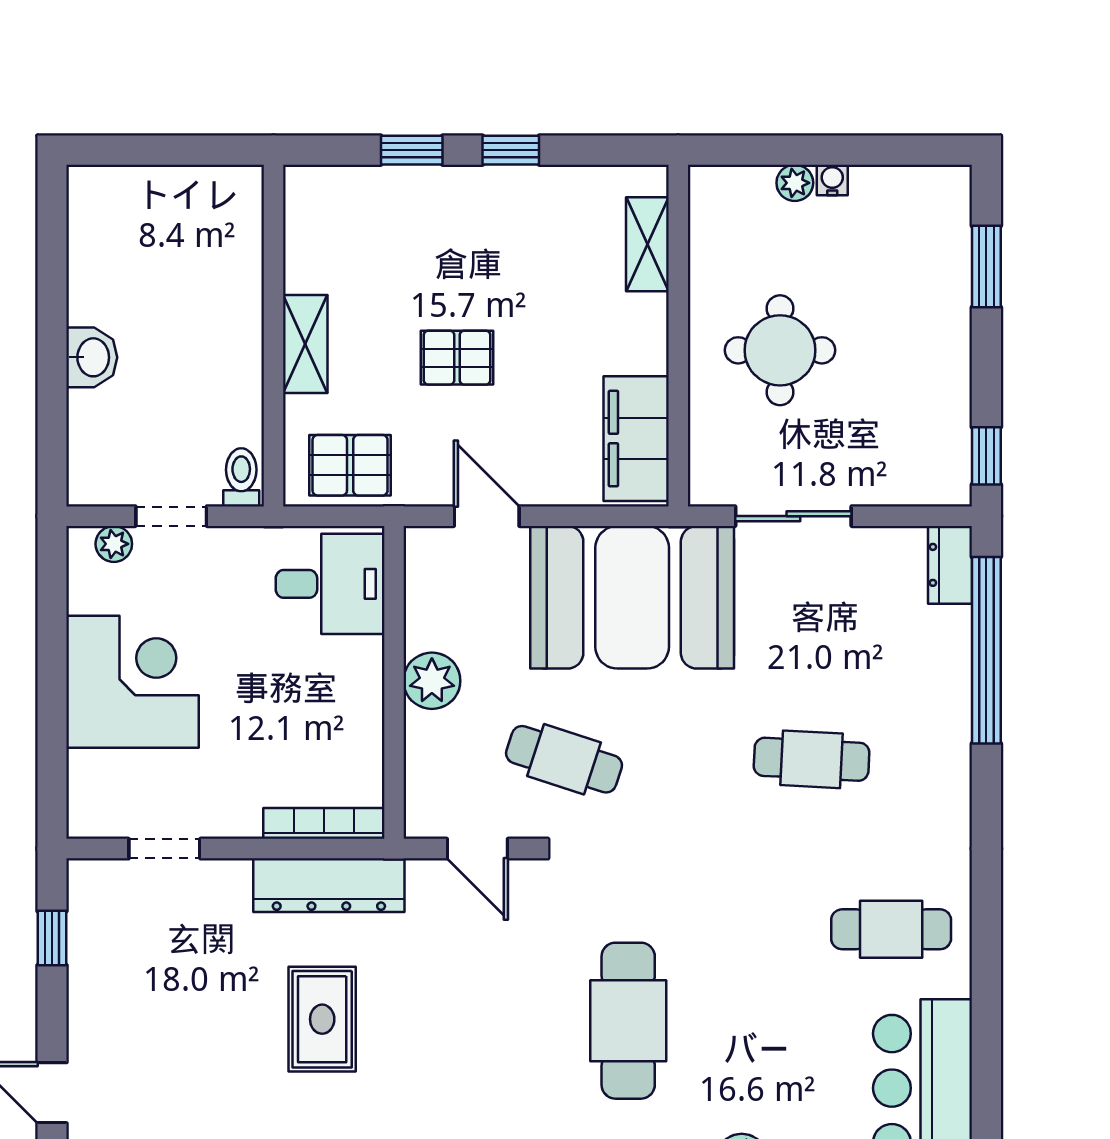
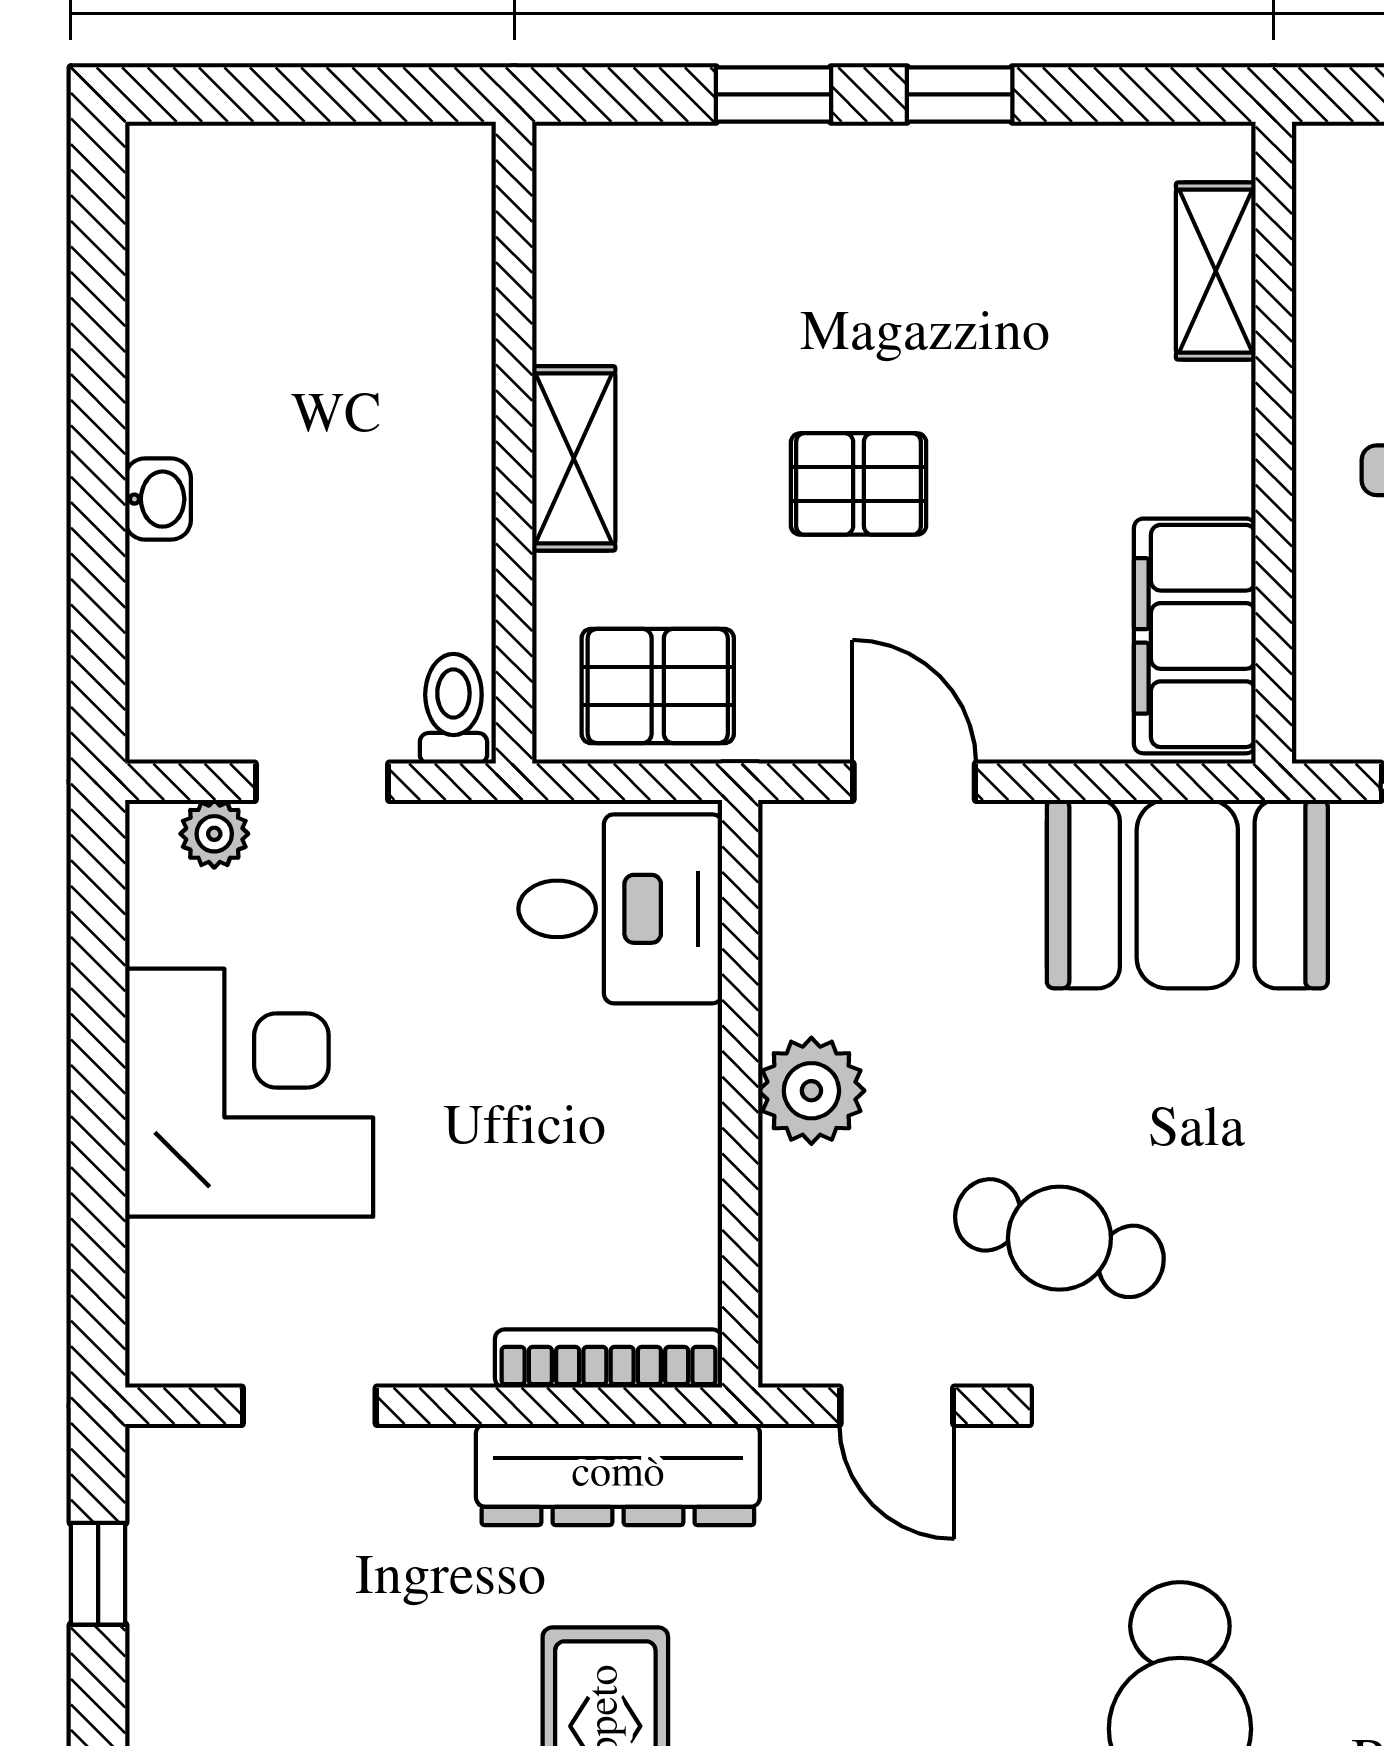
washbasin: (92, 357) -> (158, 499), width x0.72, depth x0.69
booth: (632, 597) -> (1187, 894), width x0.73, depth x0.70

